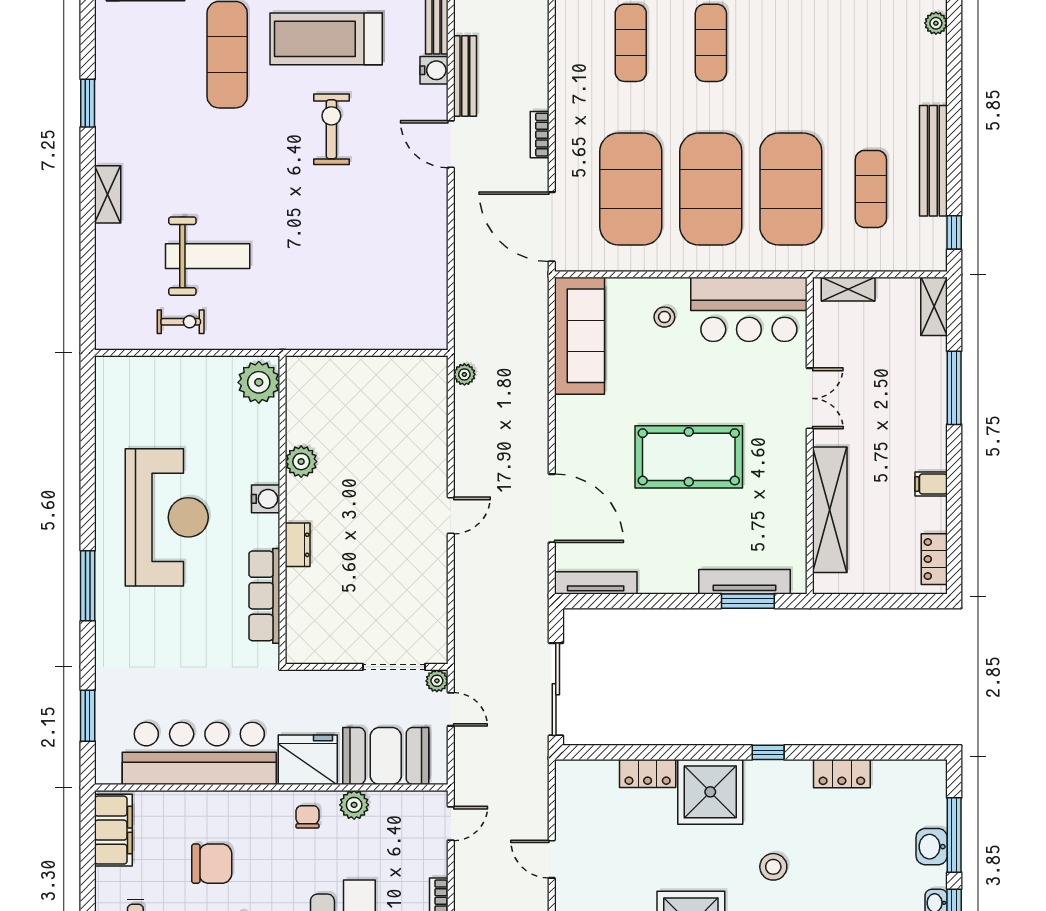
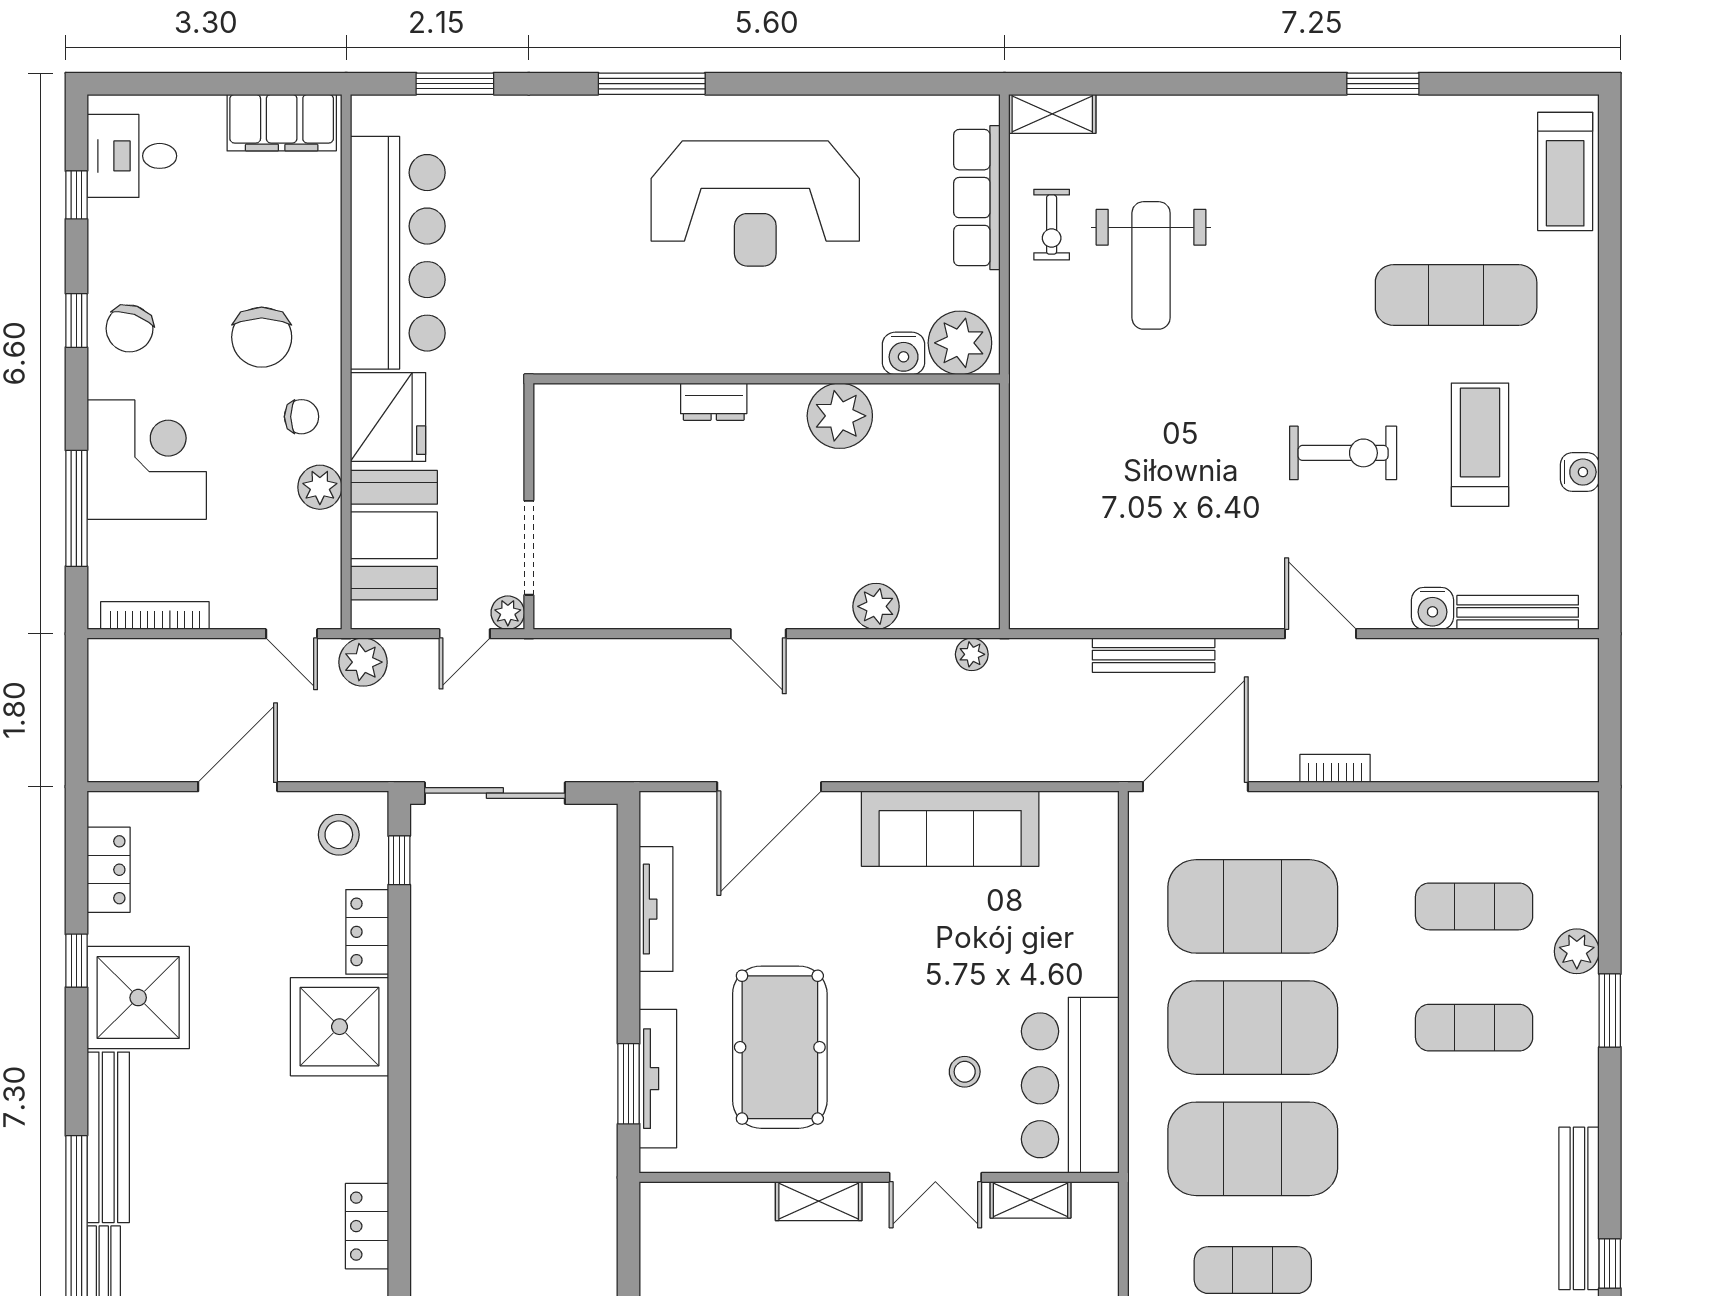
treadmill: (326, 39) -> (1480, 445), width x0.73, depth x0.73
bench: (465, 76) -> (1154, 655), moved
door: (451, 144) -> (1321, 634), hinge flipped
shelving: (108, 194) -> (1052, 114), moved
shelving: (848, 289) -> (1030, 1200), moved, turned 90
stool: (664, 317) -> (965, 1072), moved
sofa: (579, 336) -> (950, 829), moved
plant: (433, 438) -> (876, 606), added
pool table: (689, 457) -> (780, 1047), moved
plant: (301, 462) -> (840, 416), width x1.36, depth x1.36
water cooler: (266, 499) -> (904, 353), moved
shelving: (830, 510) -> (819, 1201), width x0.45, depth x0.75
tv unit: (596, 583) -> (656, 909), moved
row of seats: (264, 596) -> (977, 198), moved, turned -90
window: (768, 752) -> (399, 860), moved
plant: (470, 776) -> (363, 662), added
door: (552, 859) -> (238, 787), width x1.38
chair: (212, 864) -> (262, 337), moved
stool: (773, 867) -> (339, 835), moved

